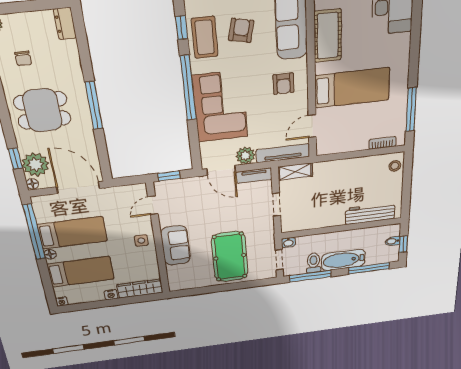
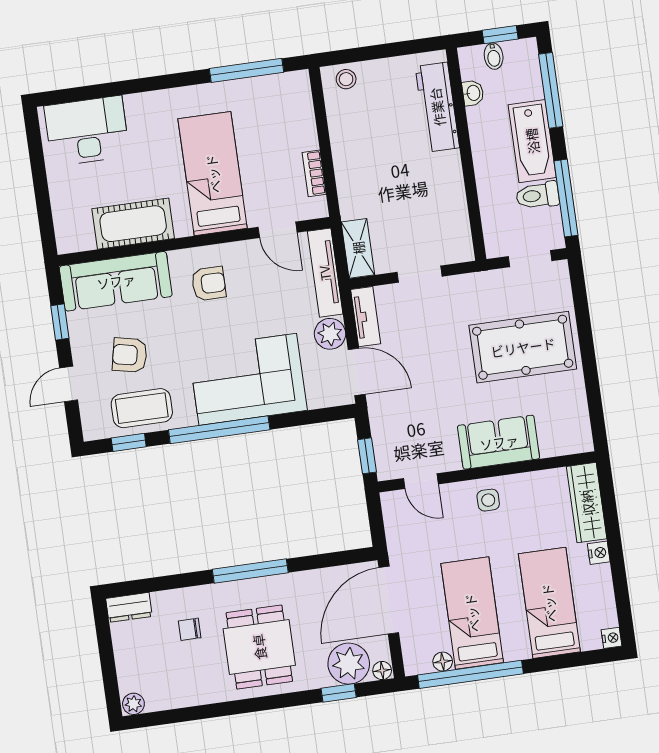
chair: (23, 58) -> (190, 629), moved, turned 180
bookcase: (382, 143) -> (314, 173), moved
door: (221, 170) -> (357, 372), hinge flipped
washbasin: (288, 242) -> (473, 93), moved
floor lamp: (50, 254) -> (443, 662), moved

